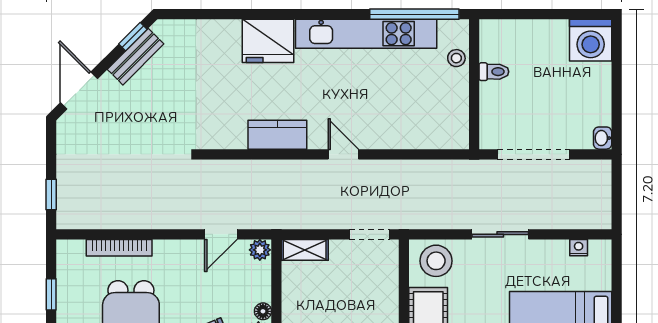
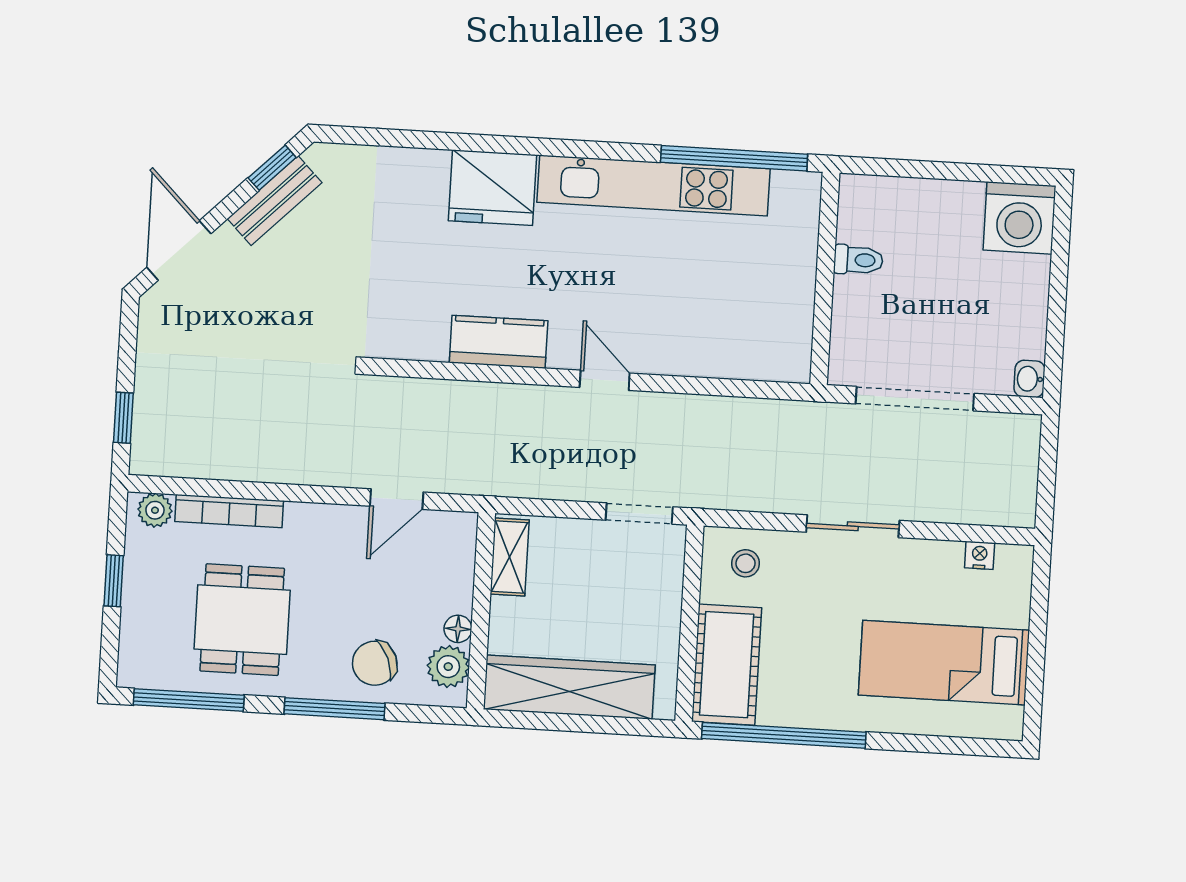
stool: (456, 58) -> (798, 234), removed
plant: (260, 250) -> (155, 510), moved
shelving: (305, 250) -> (510, 557), moved, turned 90
stool: (436, 261) -> (746, 563), width x0.53, depth x0.53

